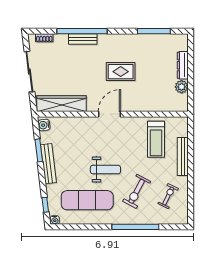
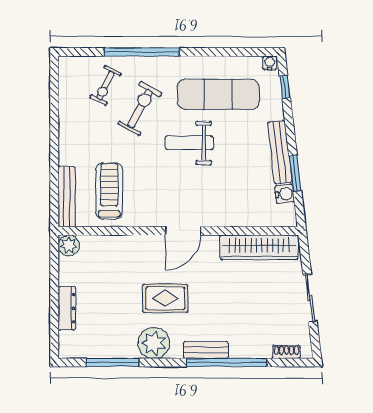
bench: (83, 39) -> (206, 350), moved
plant: (128, 43) -> (154, 343), added
sliding door: (29, 72) -> (310, 298), width x0.73
plant: (182, 87) -> (69, 245), moved
water cooler: (44, 125) -> (284, 194), moved
bench: (183, 157) -> (67, 197), moved
exercise bike: (168, 196) -> (105, 86), moved

